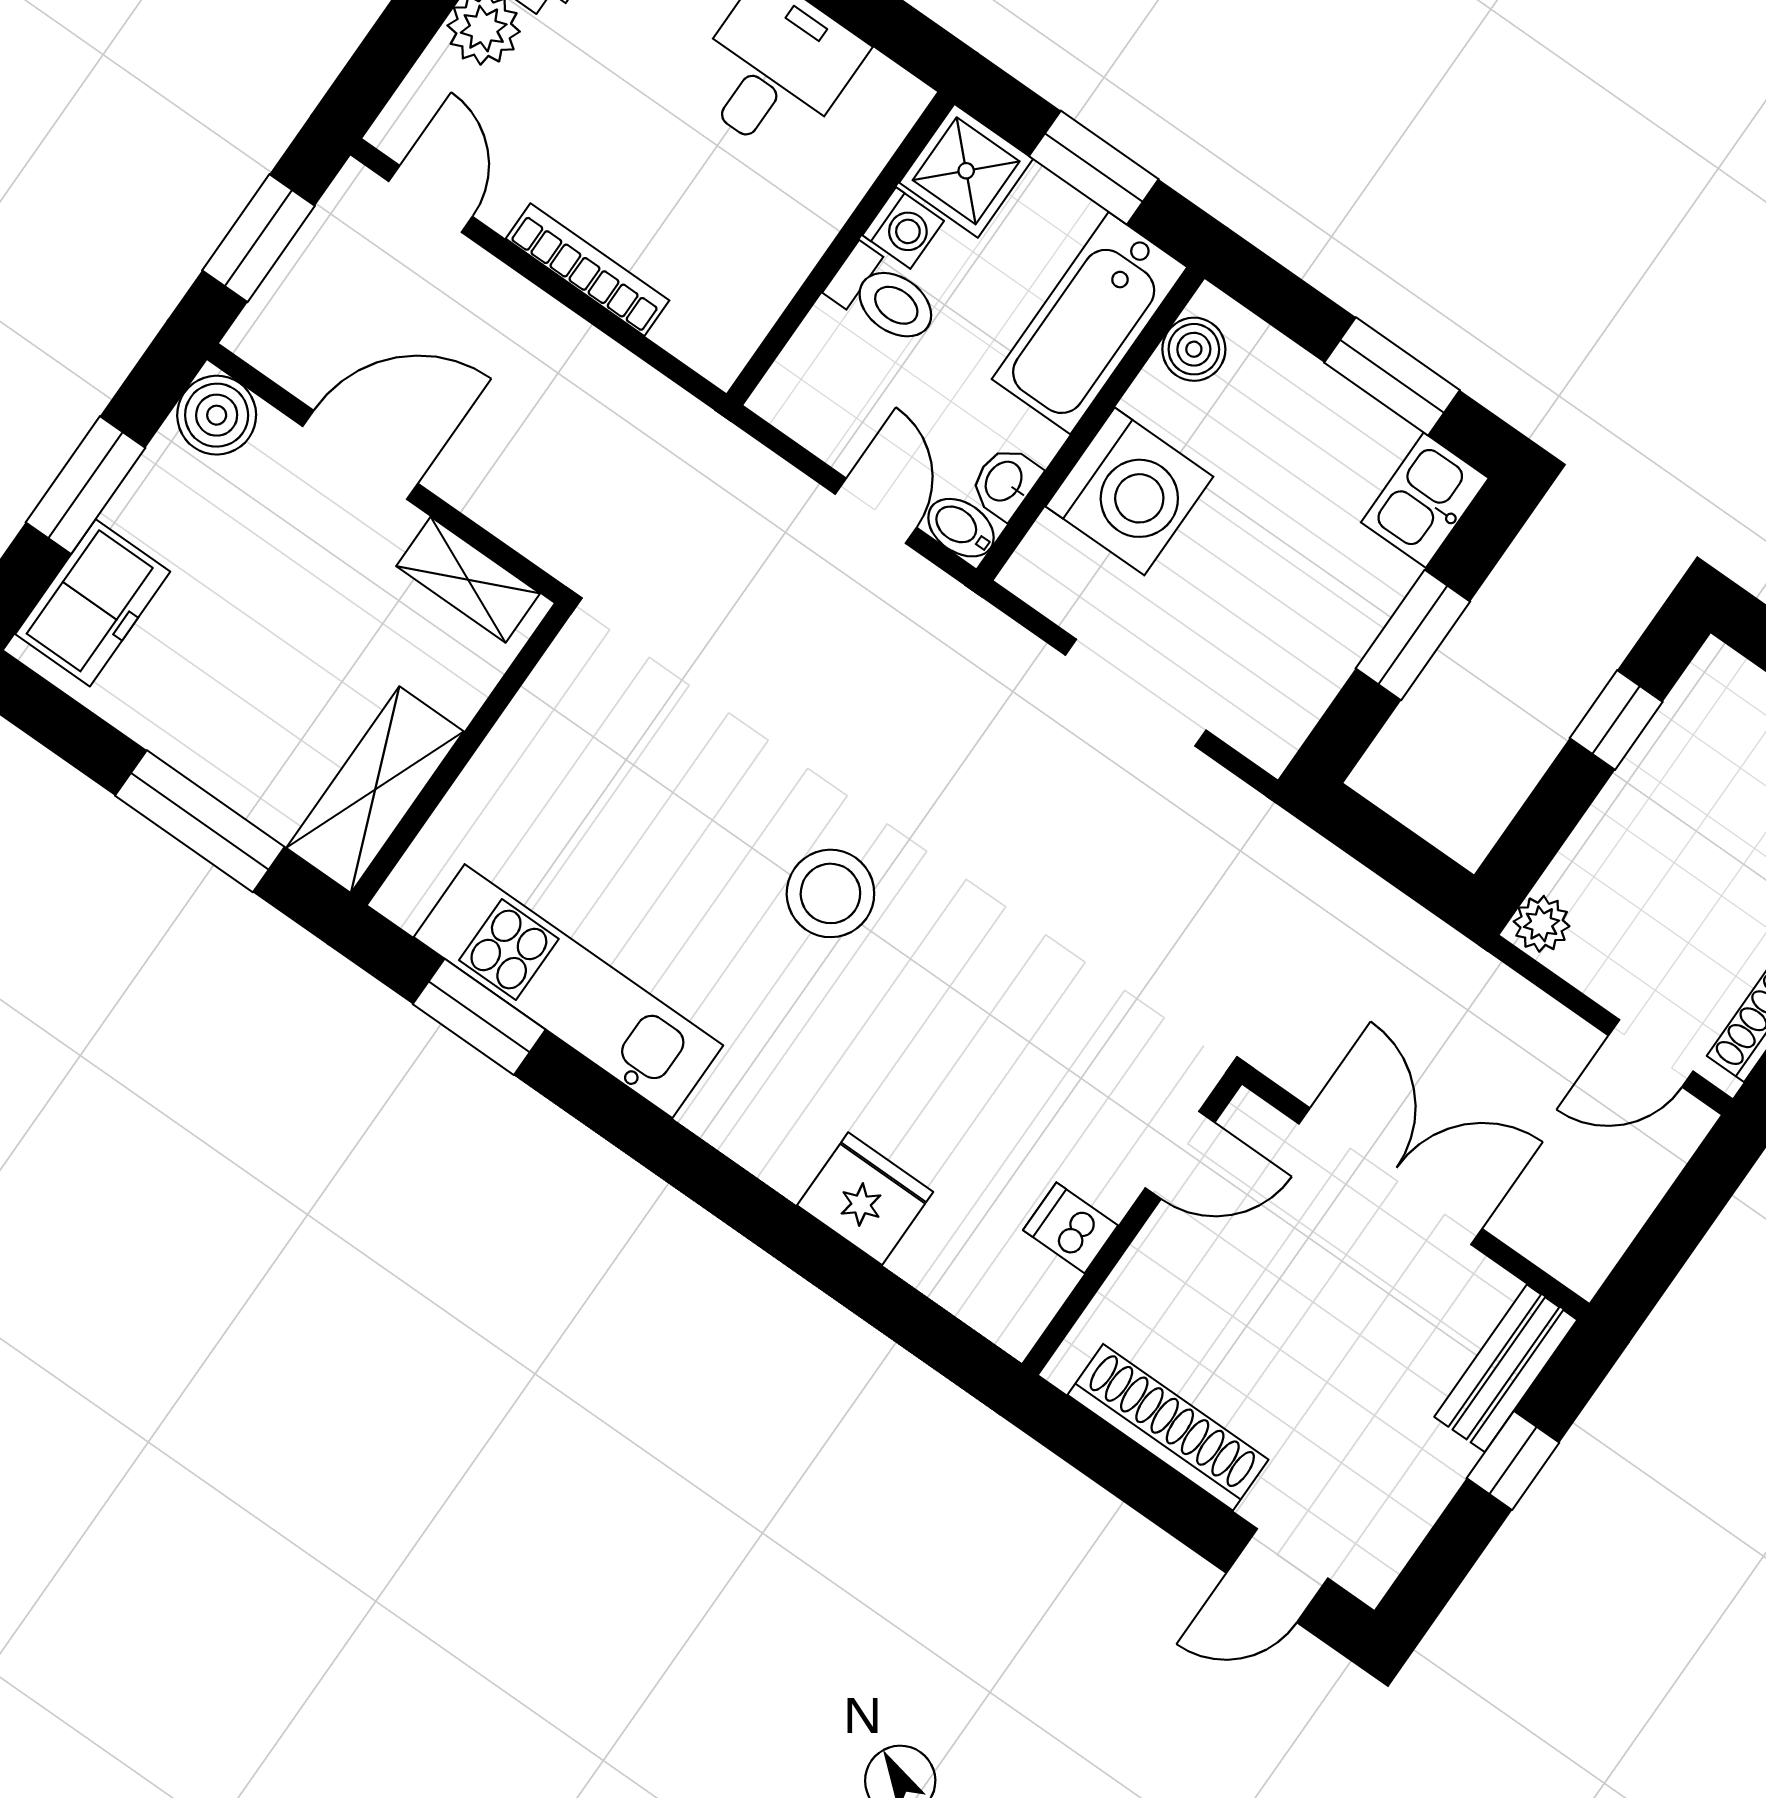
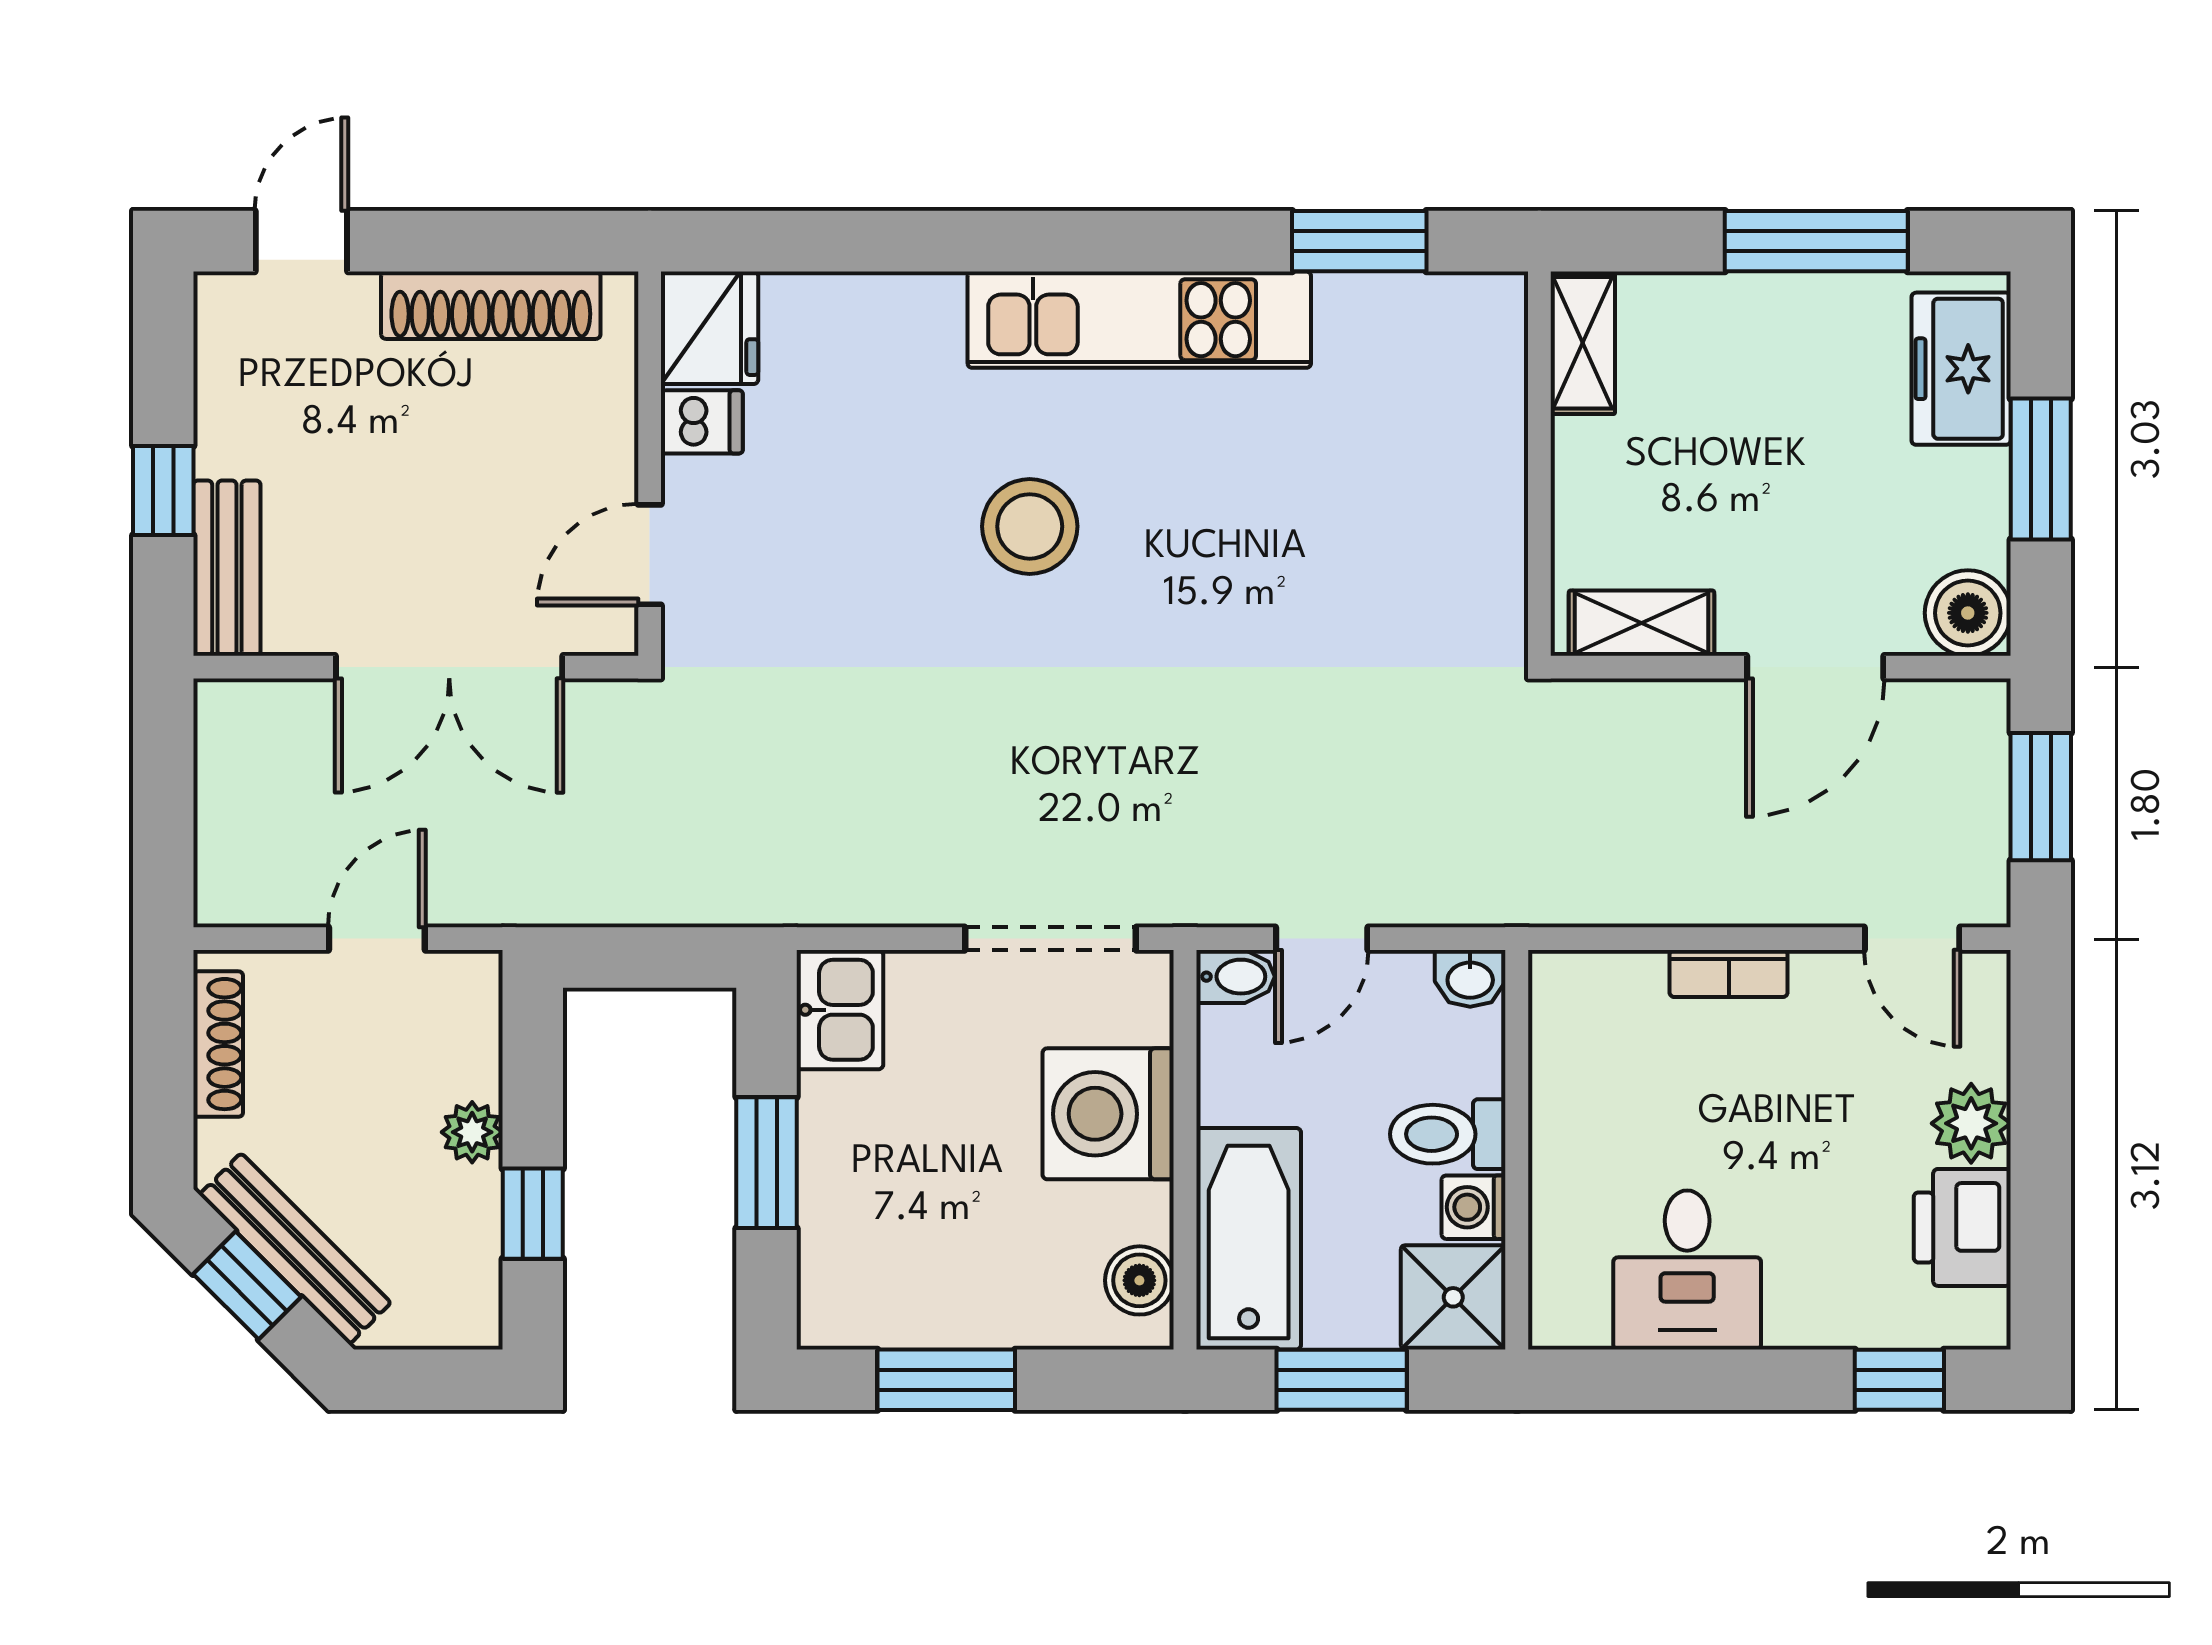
bookcase: (587, 270) -> (1729, 974), width x0.64
washbasin: (1005, 482) -> (1470, 978), moved, turned 90
kitchen sink: (1425, 500) -> (840, 1010), moved
door: (876, 511) -> (1322, 939), hinge flipped
doorway: (1136, 693) -> (1051, 939), moved
shelving: (375, 790) -> (1583, 343), width x0.67, depth x0.75
window: (200, 821) -> (1816, 241), moved
stool: (830, 893) -> (1030, 526), moved
plant: (1542, 924) -> (472, 1132), moved
kitchen unit: (568, 991) -> (1139, 320), moved
door: (1651, 1053) -> (377, 939), moved
fridge: (865, 1199) -> (710, 328), moved, turned -90

